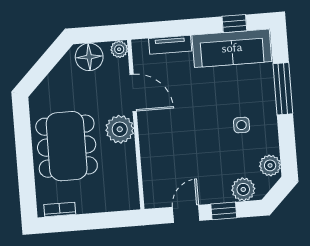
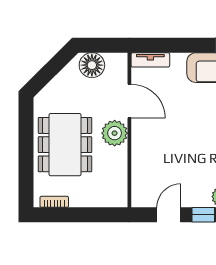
tv unit: (170, 45) -> (150, 60), moved
plant: (119, 49) -> (120, 60), removed

